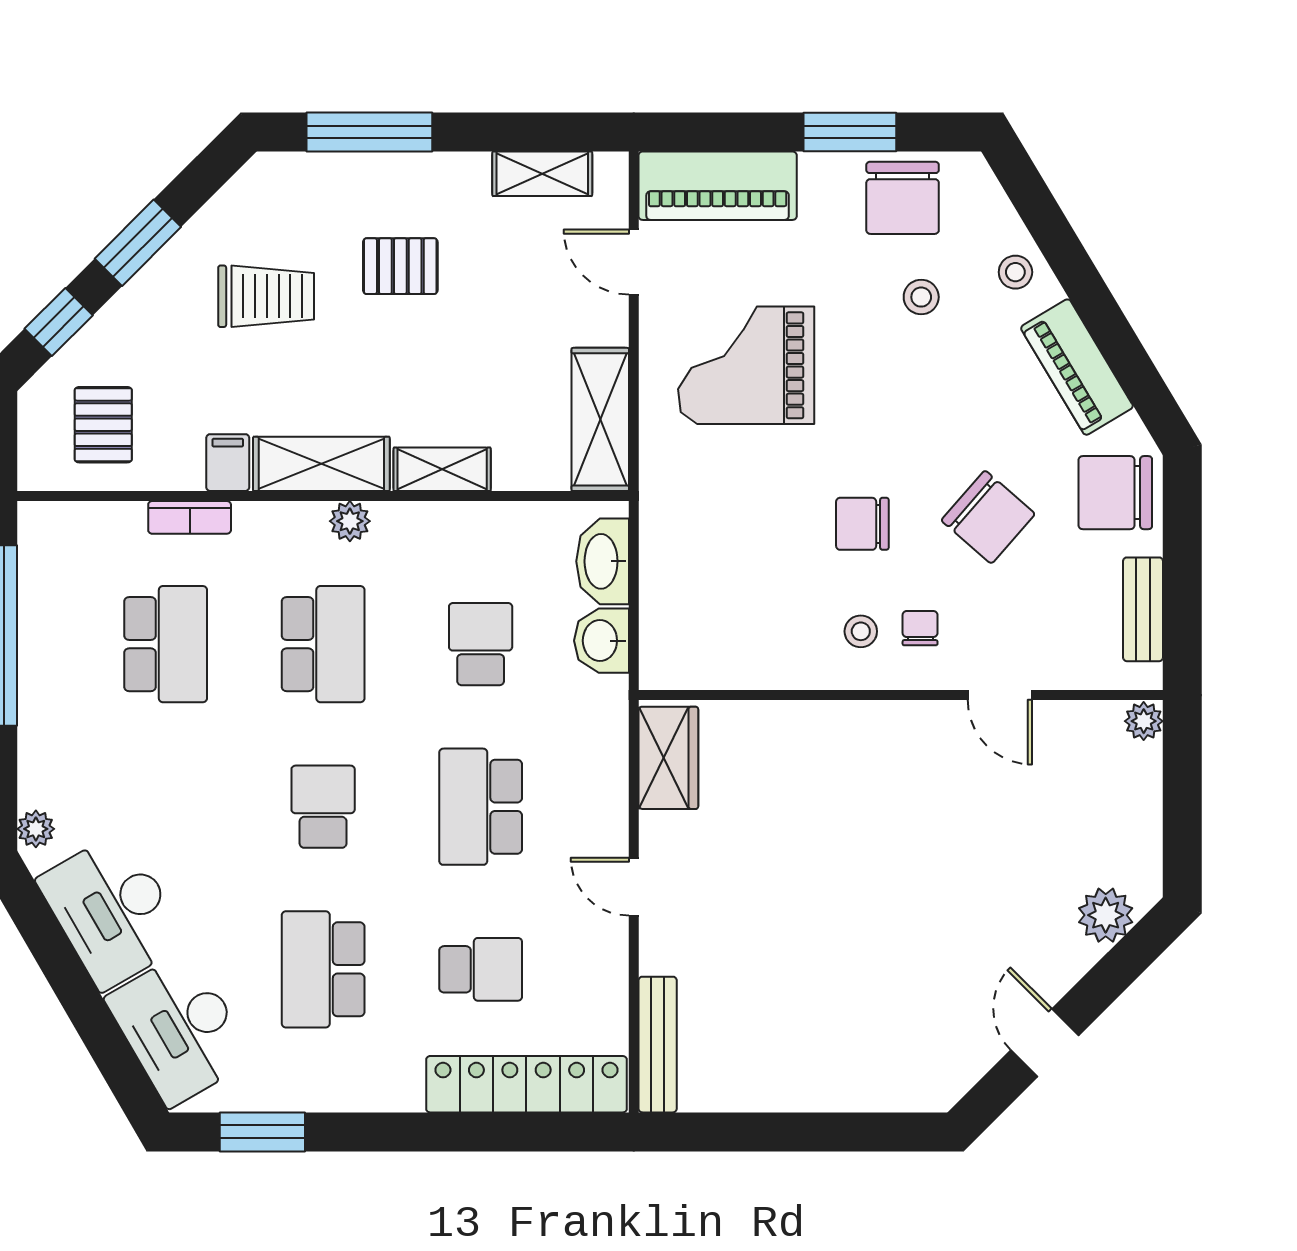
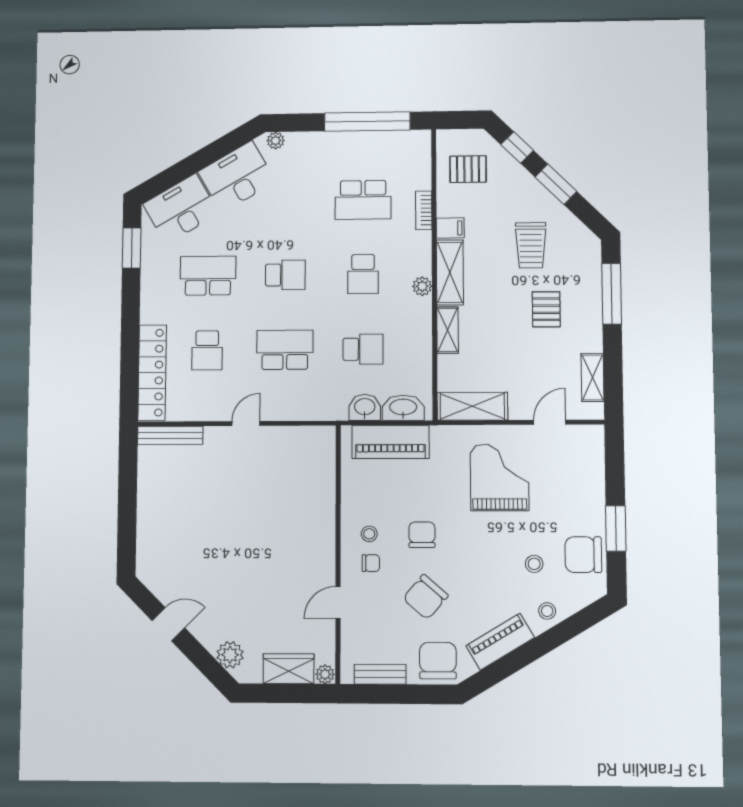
piano: (718, 186) -> (390, 442), moved, turned -90
school desk: (323, 644) -> (363, 274), width x0.54
wardrobe: (668, 758) -> (289, 669), moved, turned 180

